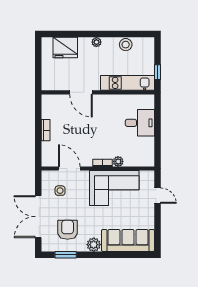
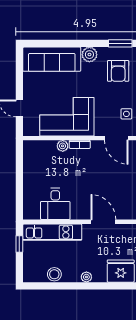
desk: (140, 123) -> (55, 204), moved, turned -90

